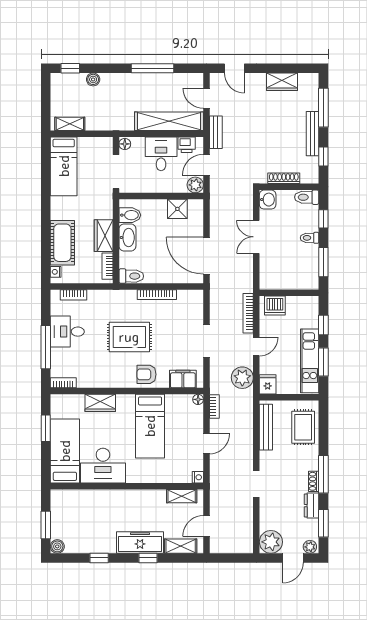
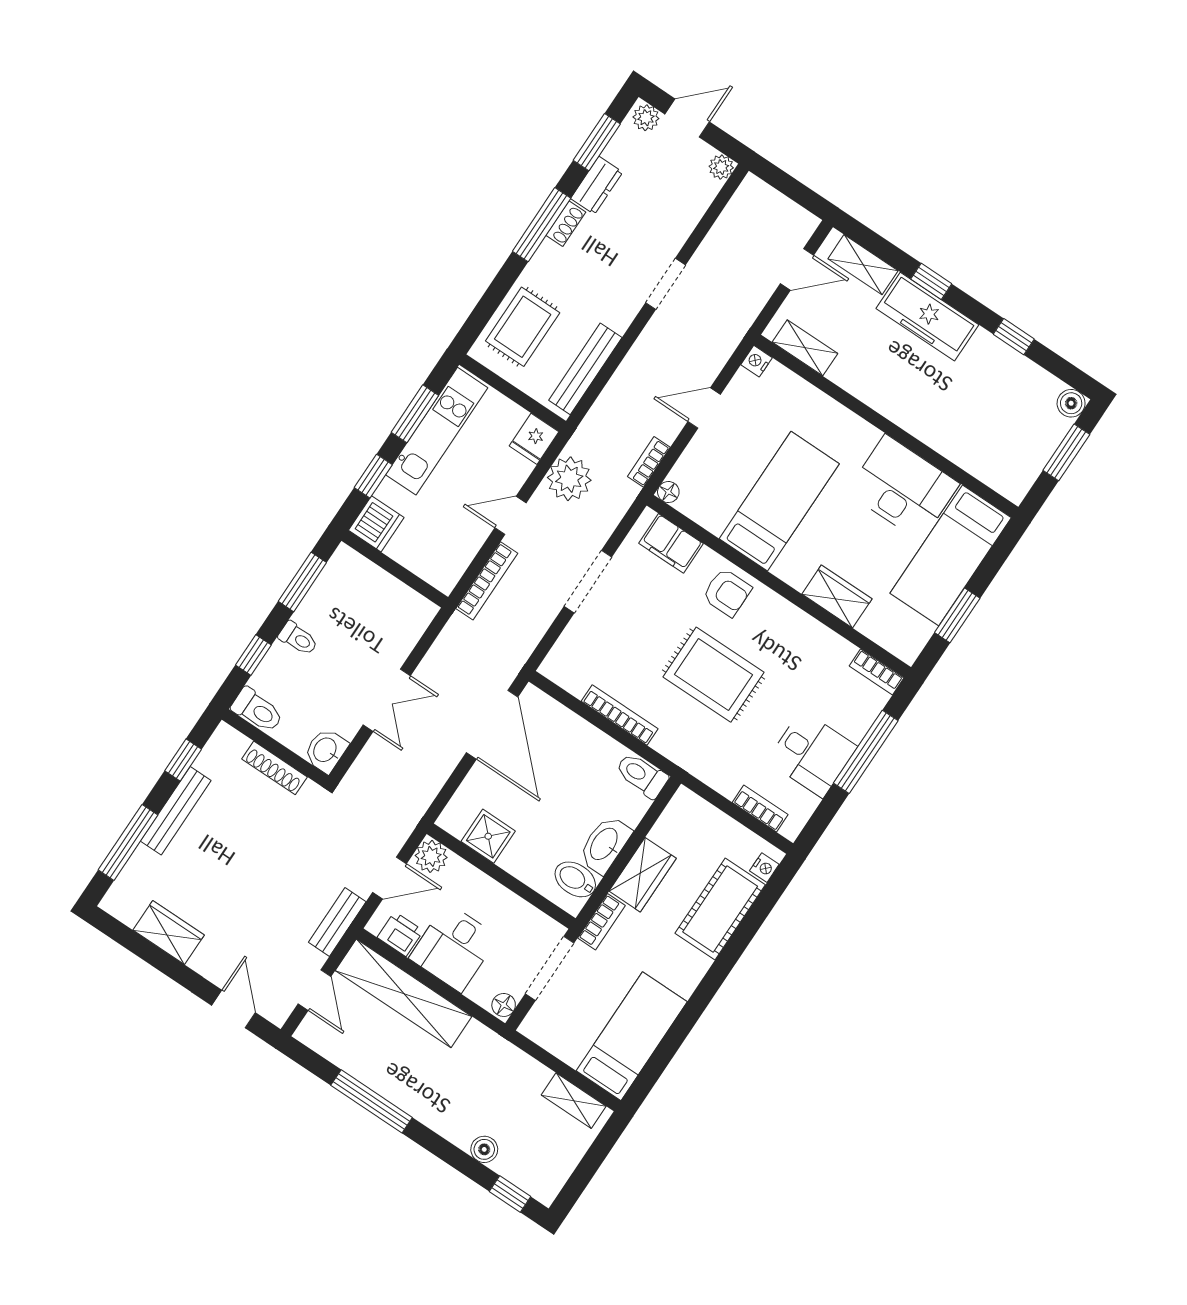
bookcase: (108, 266) -> (601, 922), moved
dishwasher: (275, 306) -> (376, 524), moved, turned 90
plant: (271, 542) -> (721, 167), width x0.53, depth x0.53

